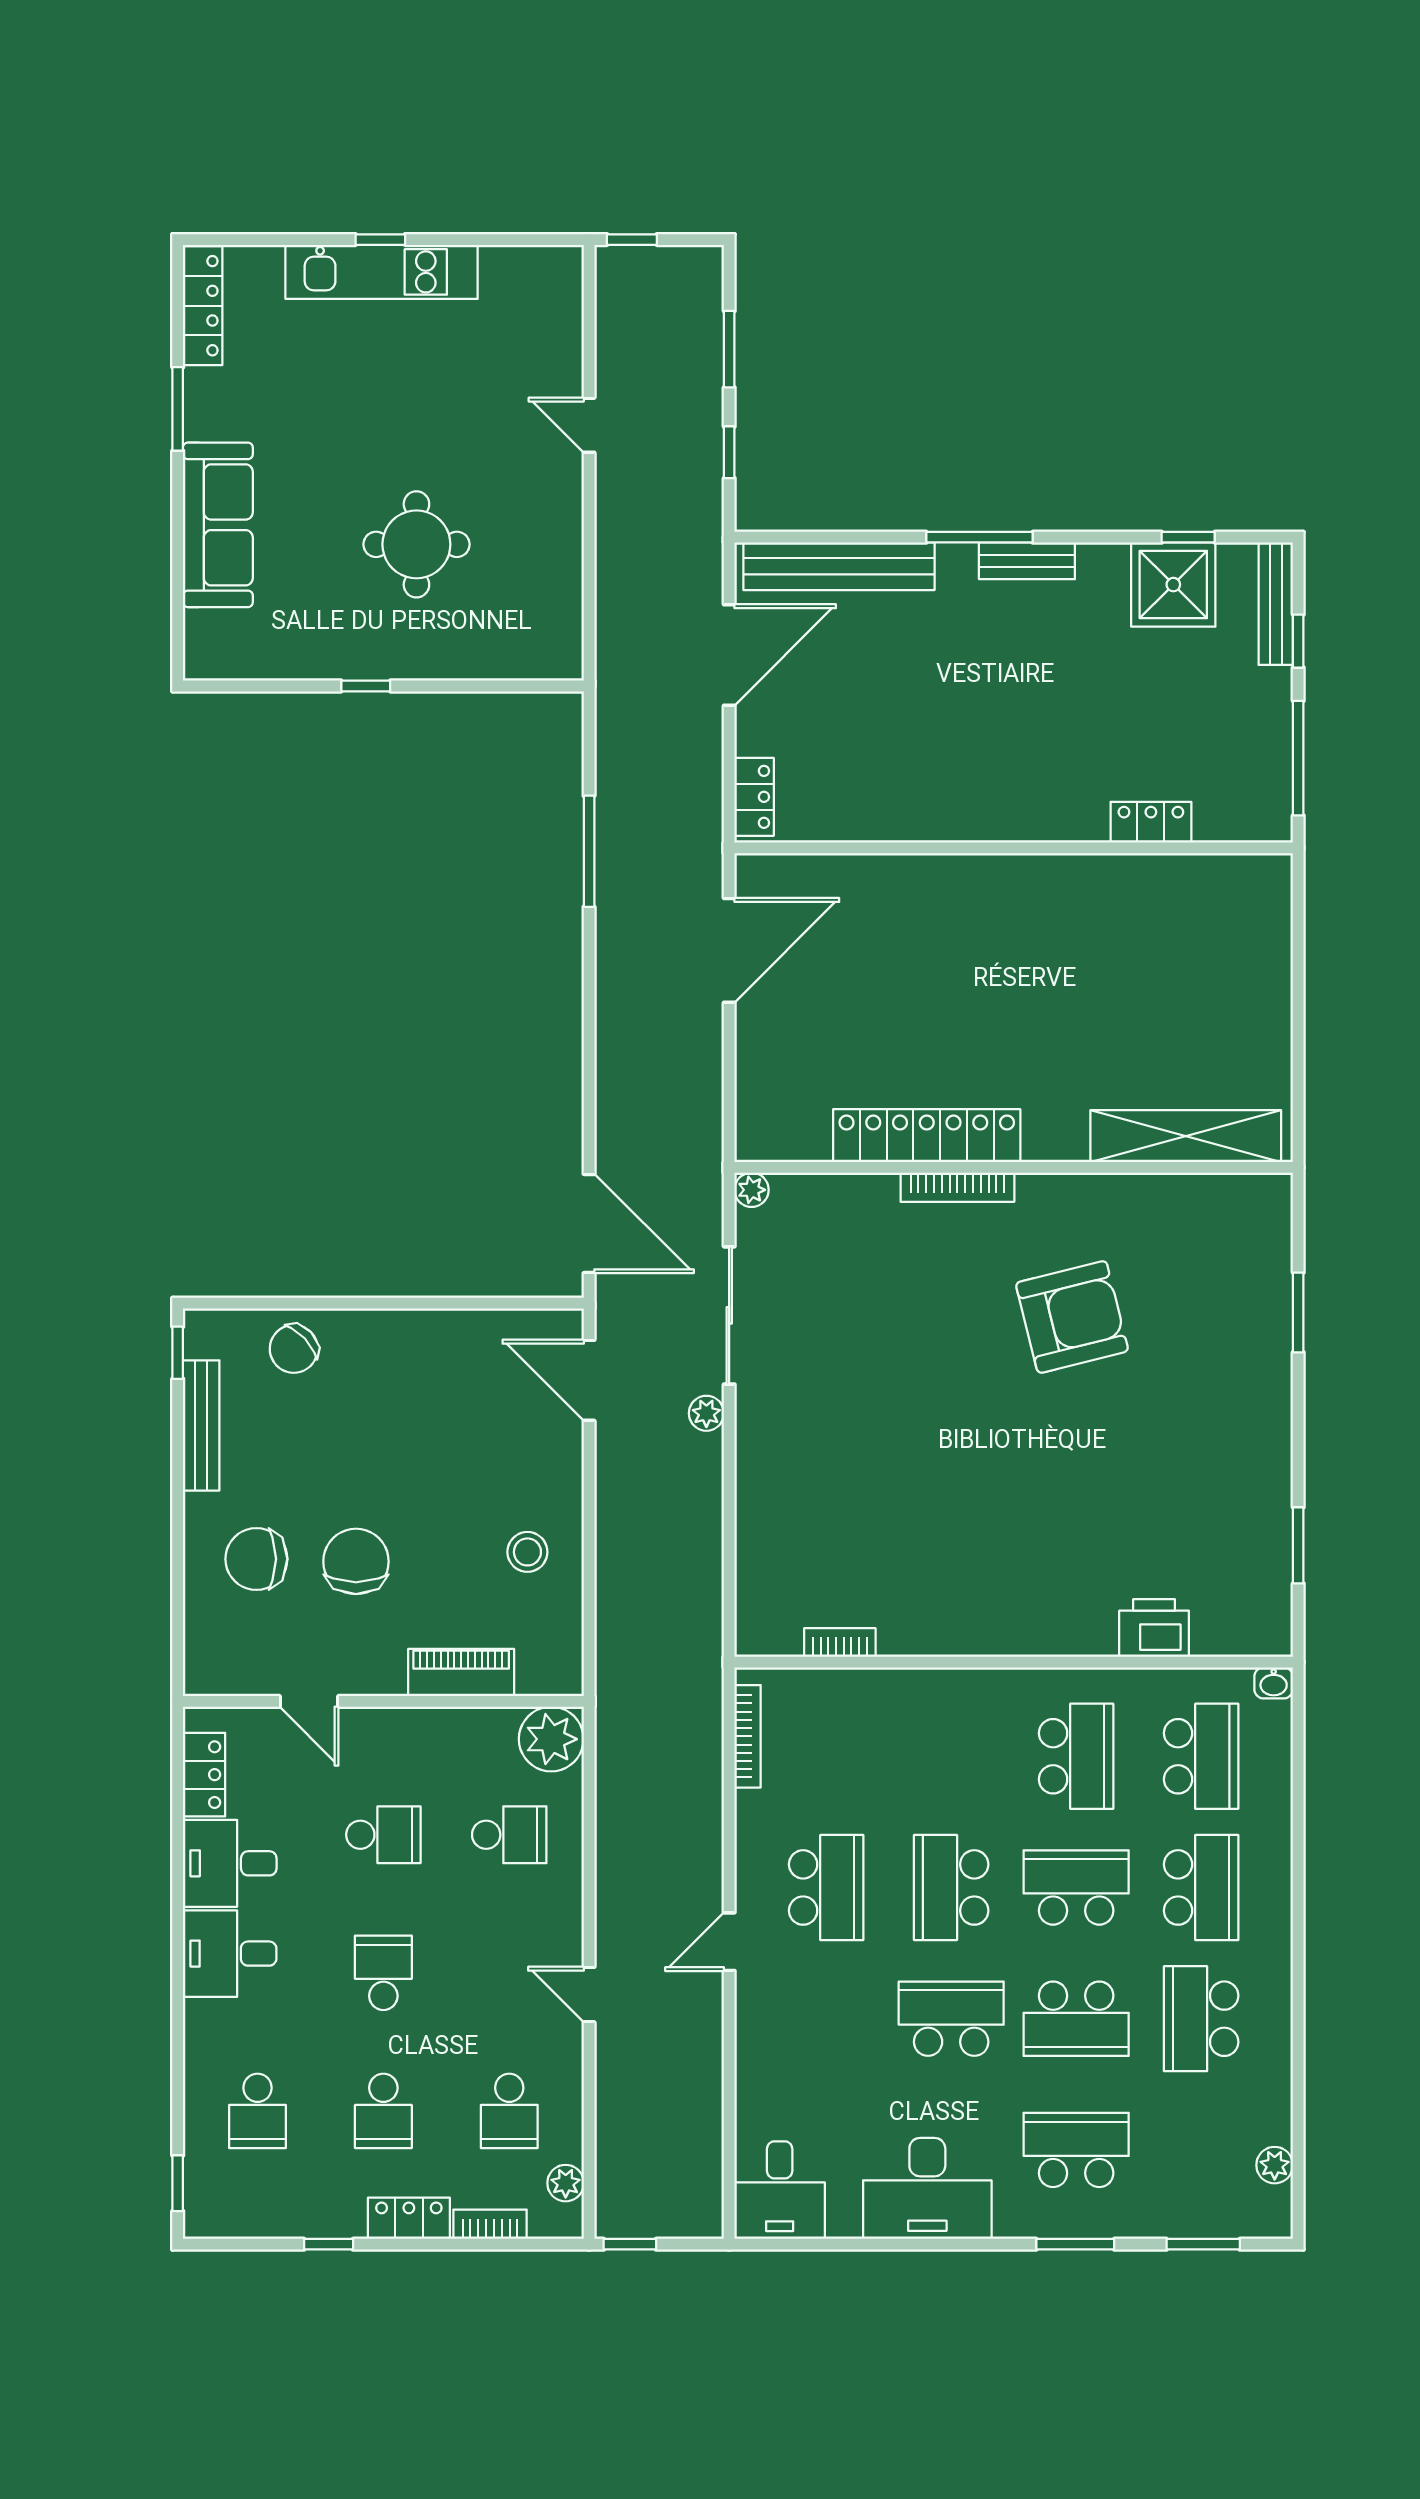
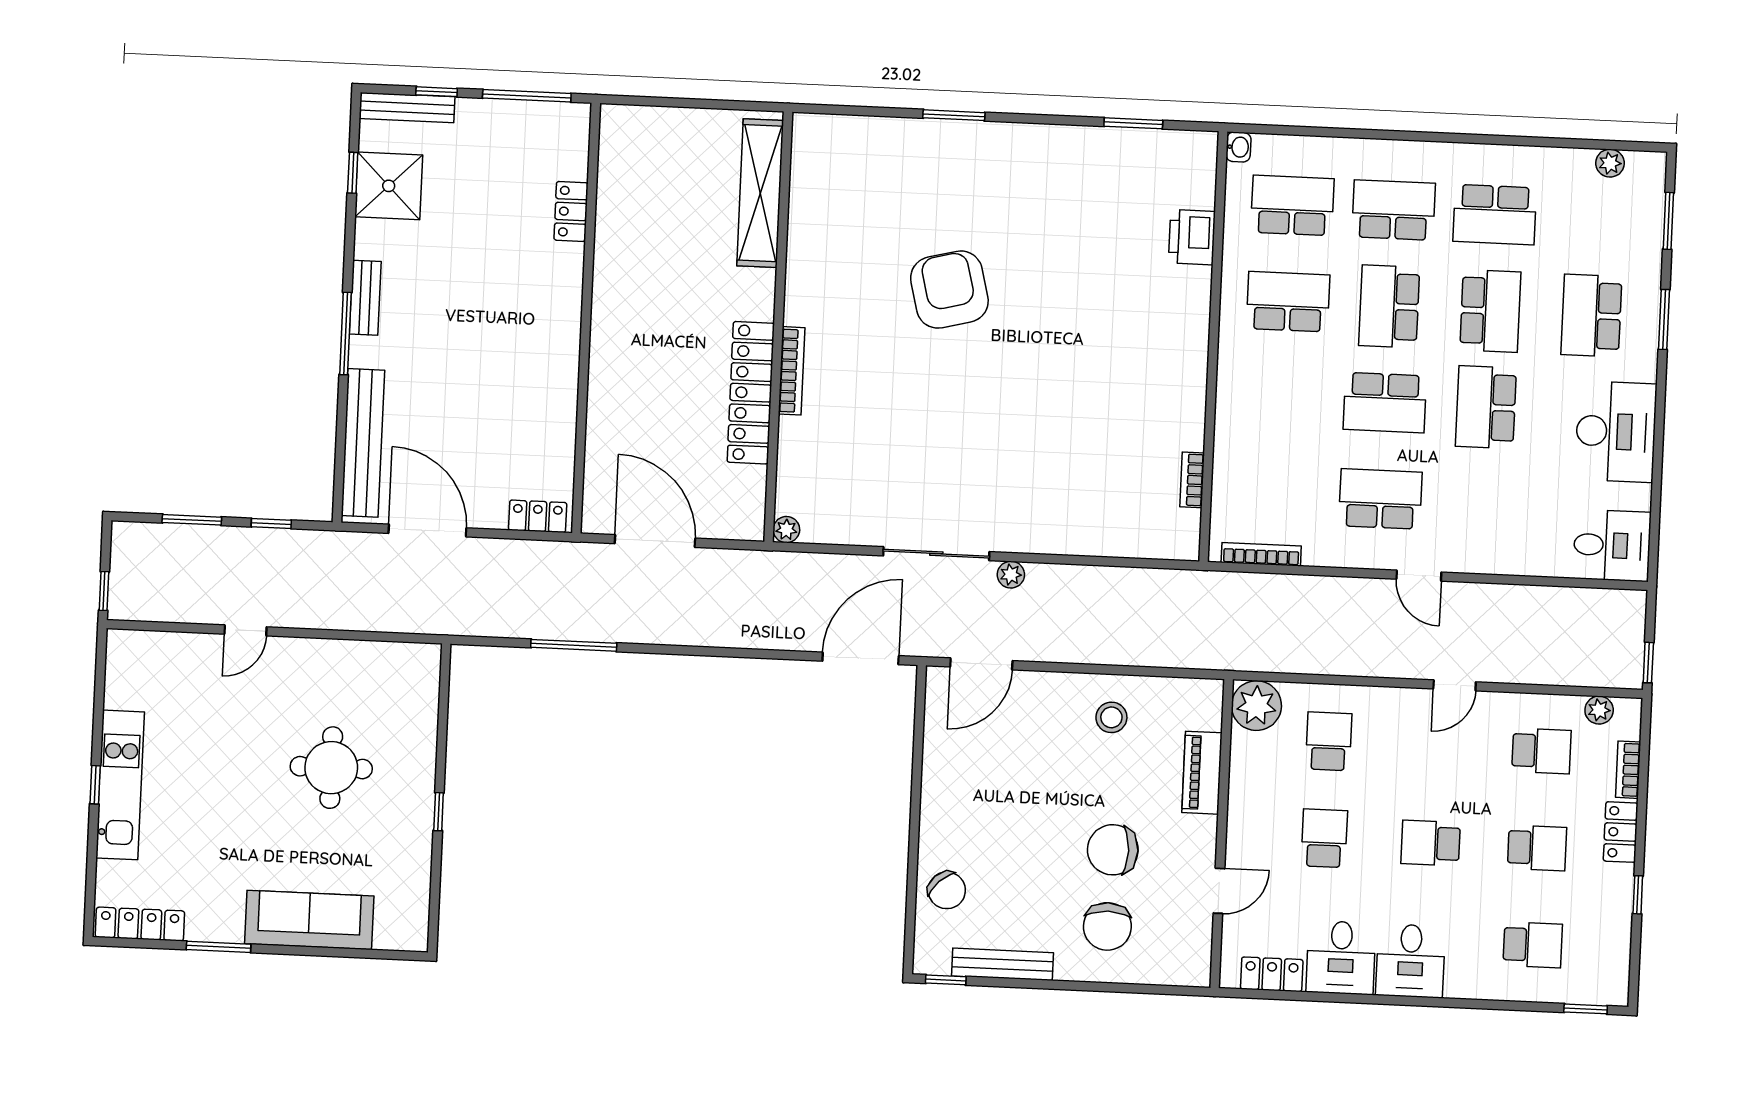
locker: (927, 1136) -> (751, 393), moved
shelving: (1186, 1136) -> (760, 193), moved
wall: (1014, 1167) -> (778, 327), moved
bookcase: (957, 1187) -> (792, 371), moved
plant: (752, 1190) -> (786, 530), moved

